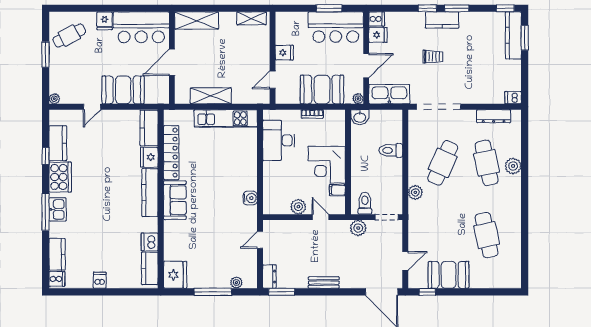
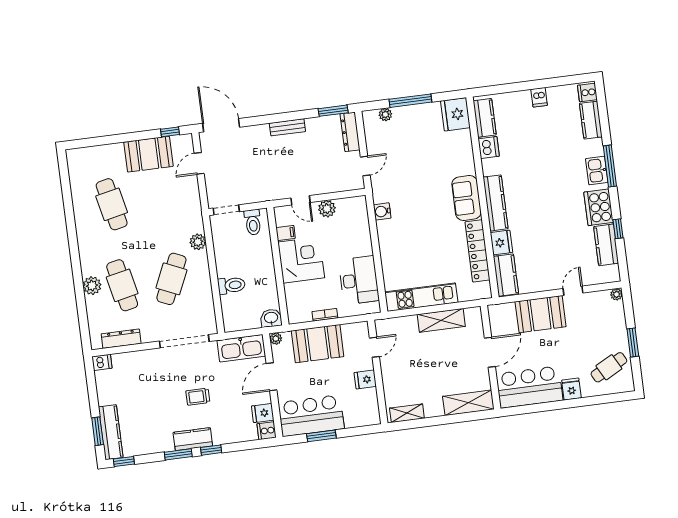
plant: (358, 228) -> (257, 194), removed
dresser: (269, 277) -> (350, 132), width x1.44

